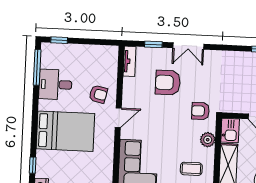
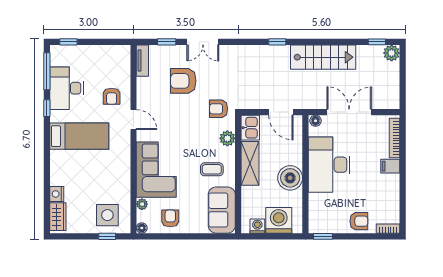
desk: (55, 84) -> (67, 88), width x1.37
armchair: (98, 94) -> (112, 96), turned 77
door: (118, 118) -> (133, 120), hinge flipped
bed: (65, 131) -> (79, 136), width x0.67
window: (33, 165) -> (47, 108), moved

